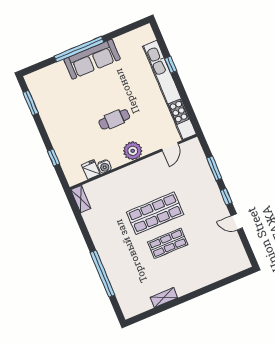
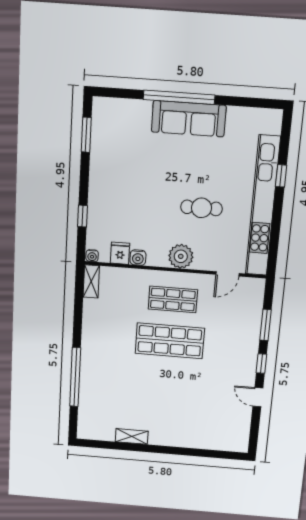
cafe table: (114, 119) -> (201, 208), moved
water cooler: (73, 181) -> (92, 256), added
shop shelf: (168, 243) -> (173, 299), moved

